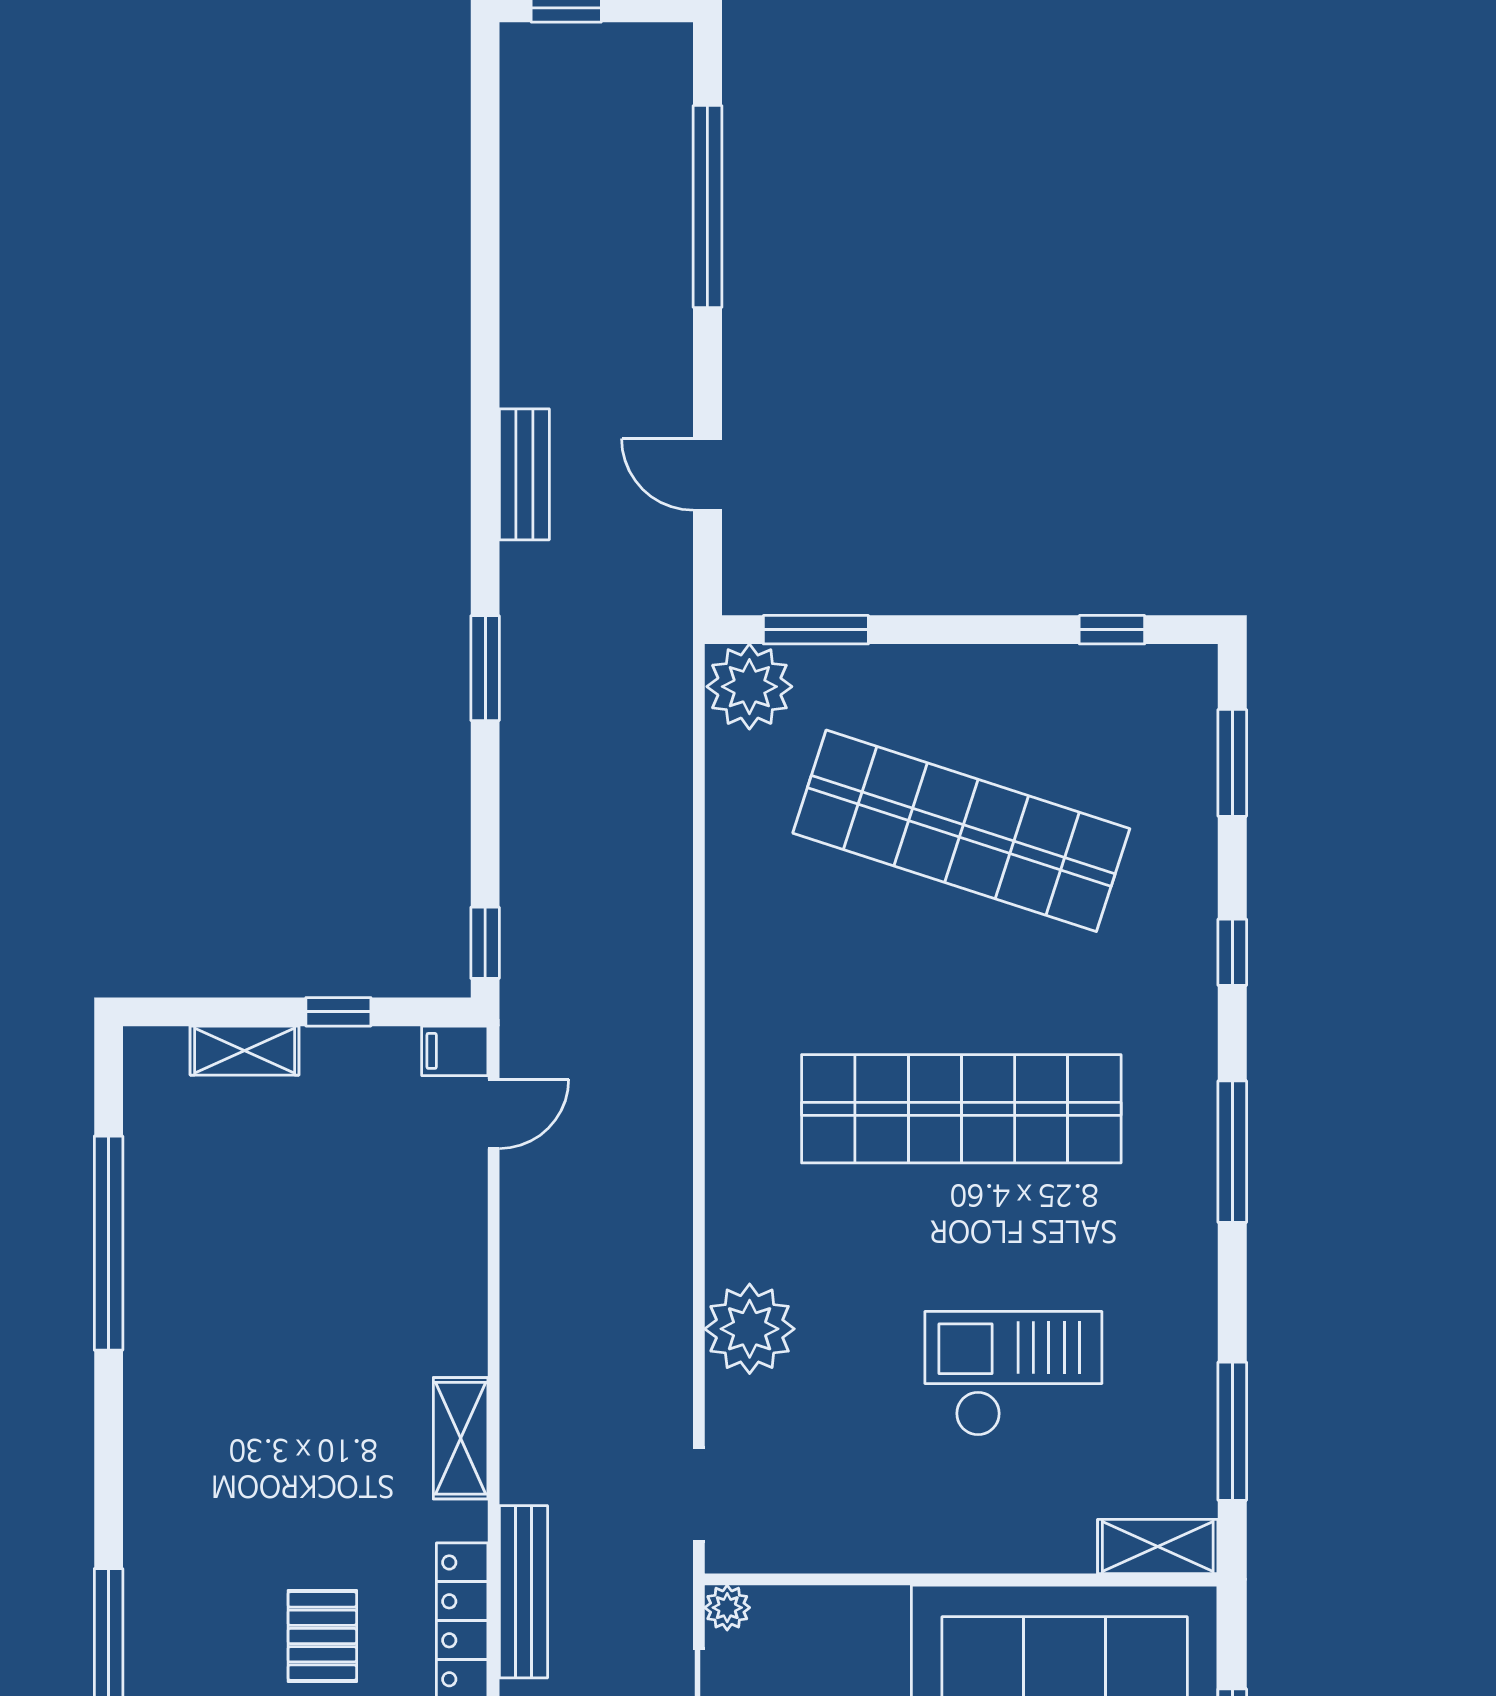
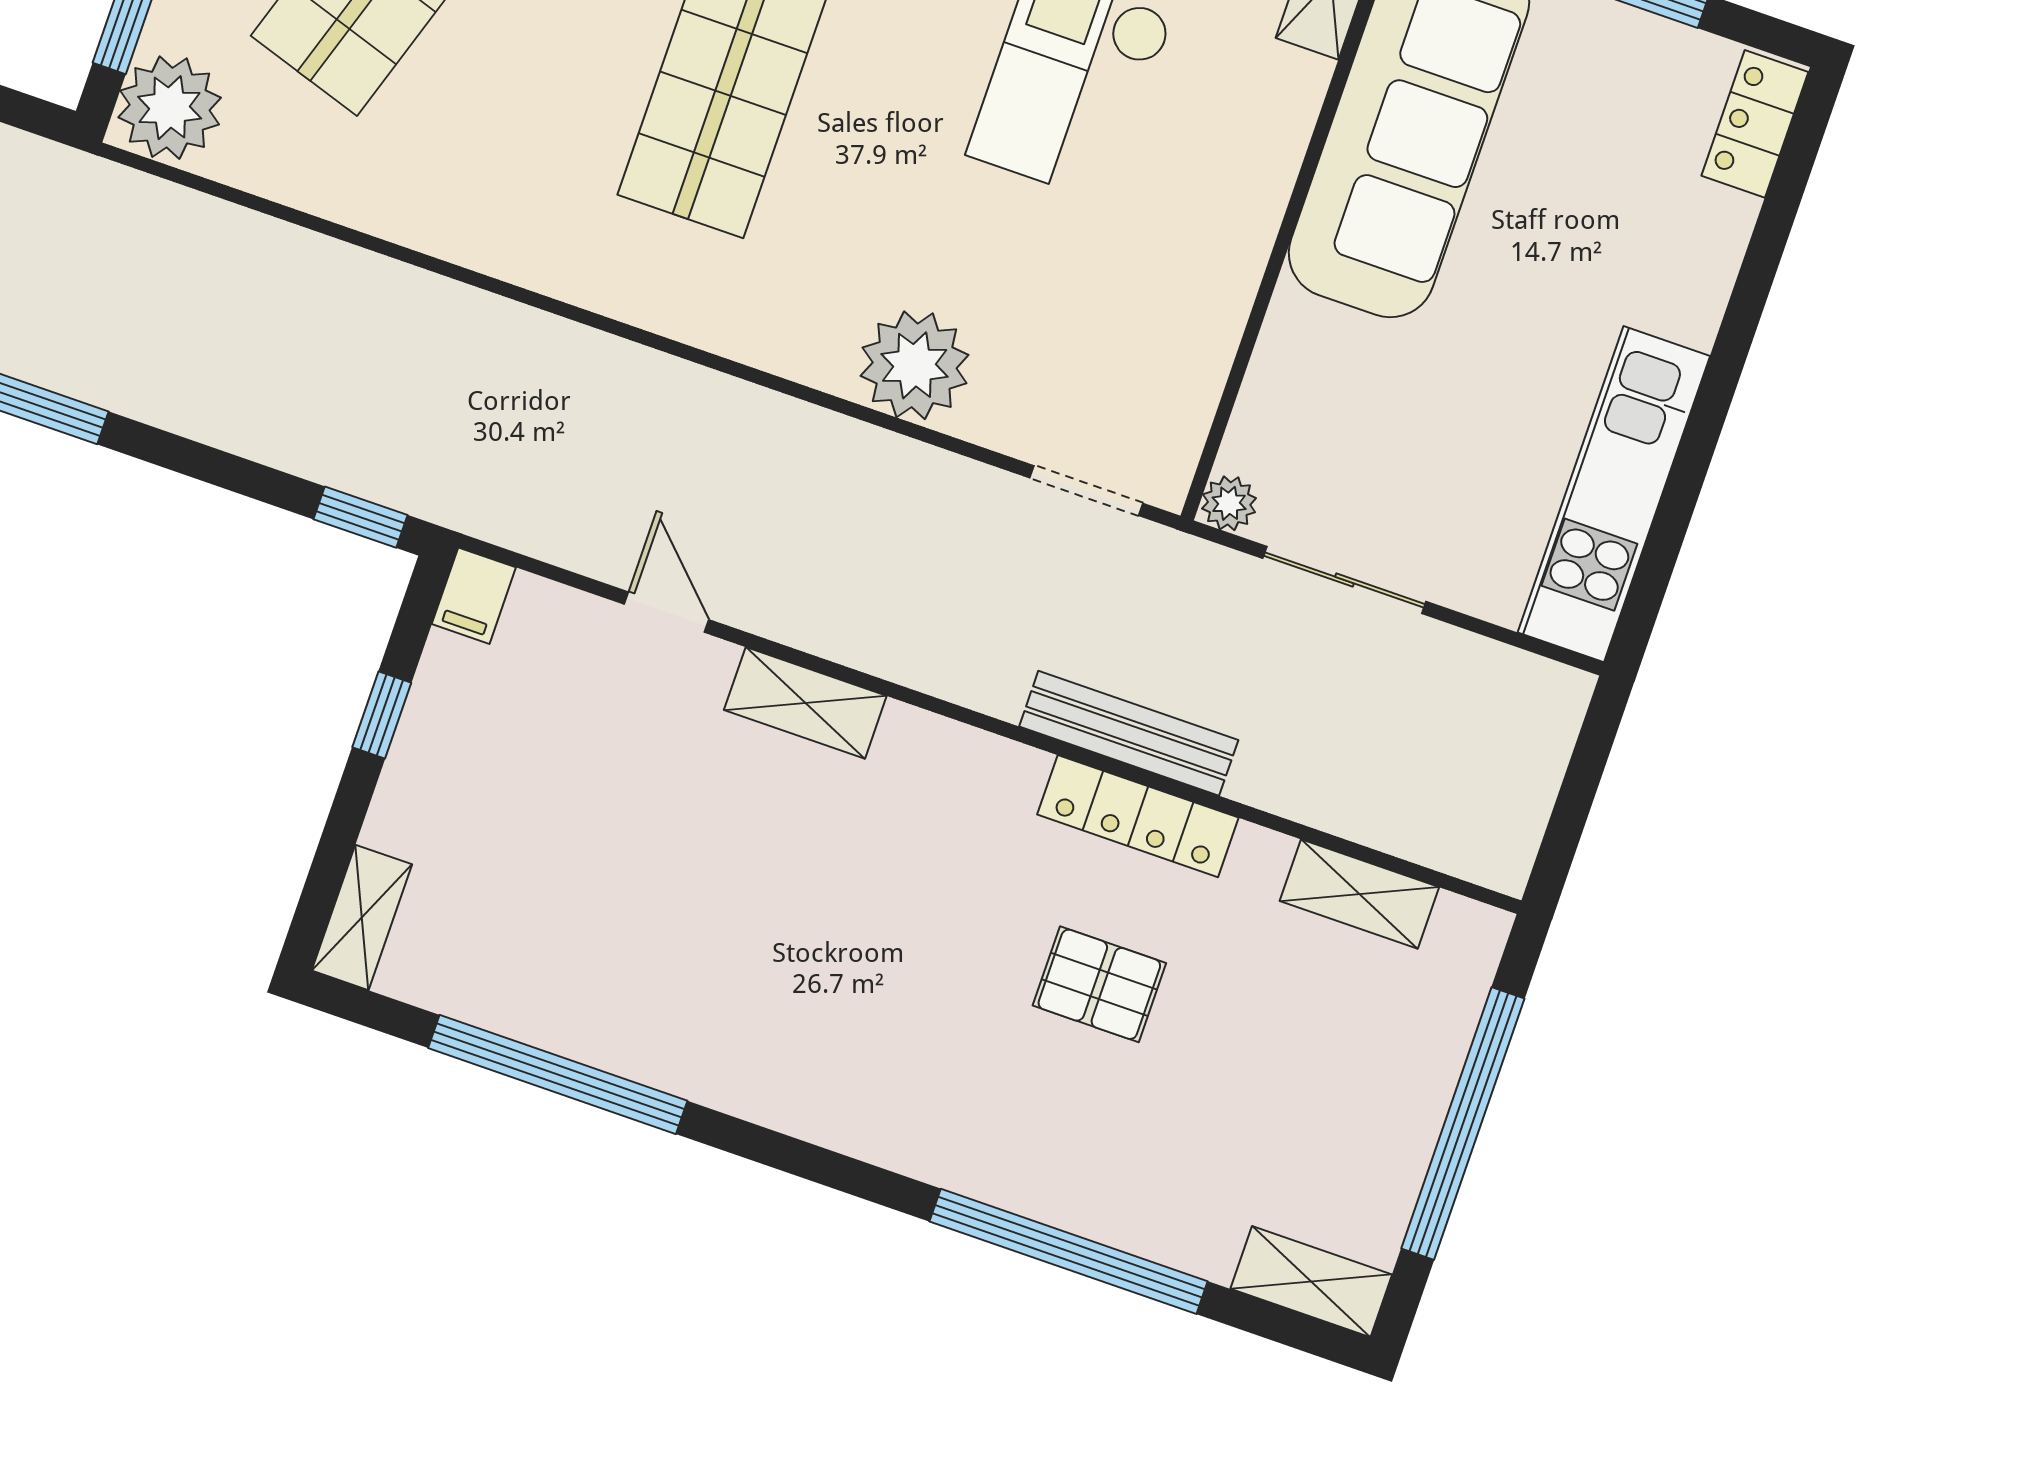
shelving: (245, 1051) -> (362, 917), moved
door: (494, 1114) -> (667, 612), moved
shelving: (461, 1438) -> (805, 703), moved

